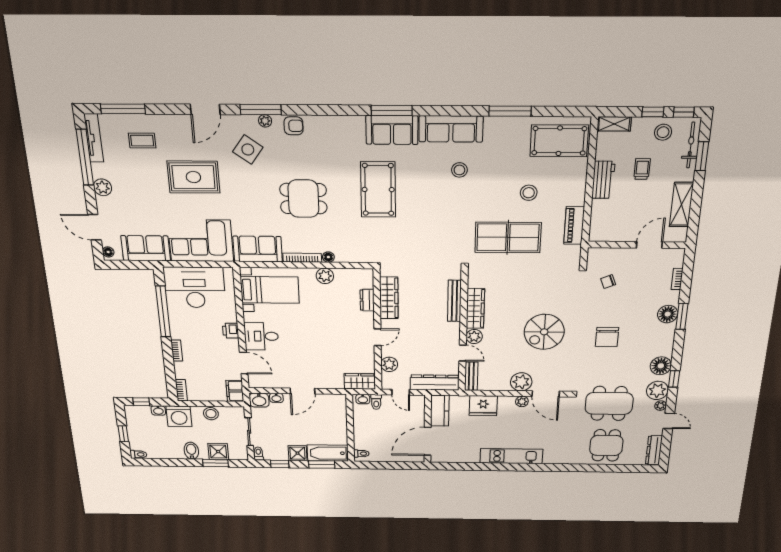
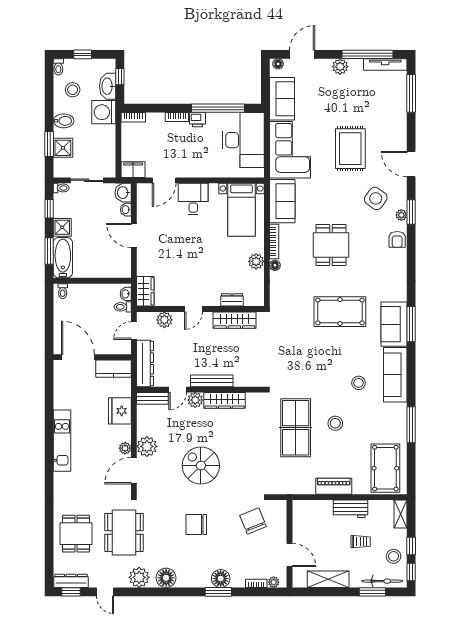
window: (261, 110) -> (411, 212), width x0.69
coffee table: (142, 141) -> (383, 107), removed
stool: (529, 193) -> (335, 423), moved
piano: (574, 226) -> (334, 486), moved
chair: (608, 282) -> (253, 521), width x1.87, depth x1.87
bench: (454, 301) -> (212, 381), moved
printer: (231, 331) -> (197, 120), moved, turned 180
door: (377, 337) -> (193, 309), hinge flipped
window: (674, 379) -> (71, 592), moved
plant: (661, 406) -> (274, 582), moved
washbasin: (158, 410) -> (108, 86), width x1.91, depth x1.45
stool: (211, 414) -> (73, 90), moved
door: (669, 421) -> (105, 592), hinge flipped
dining table: (606, 445) -> (76, 534), turned 90

